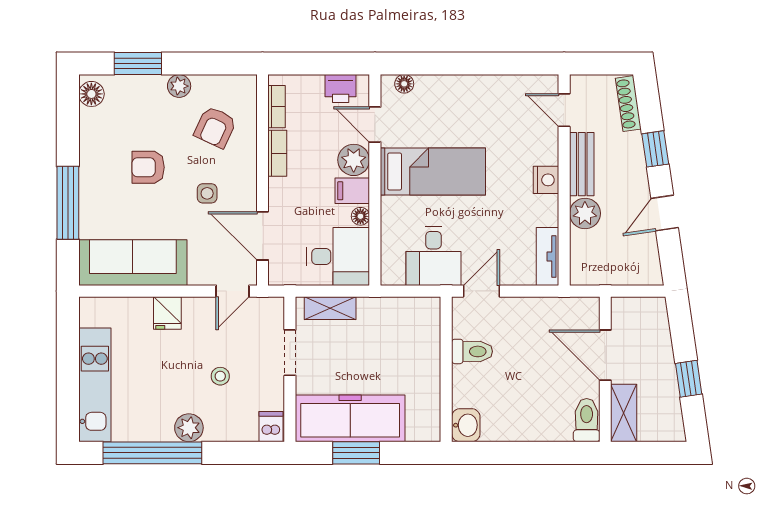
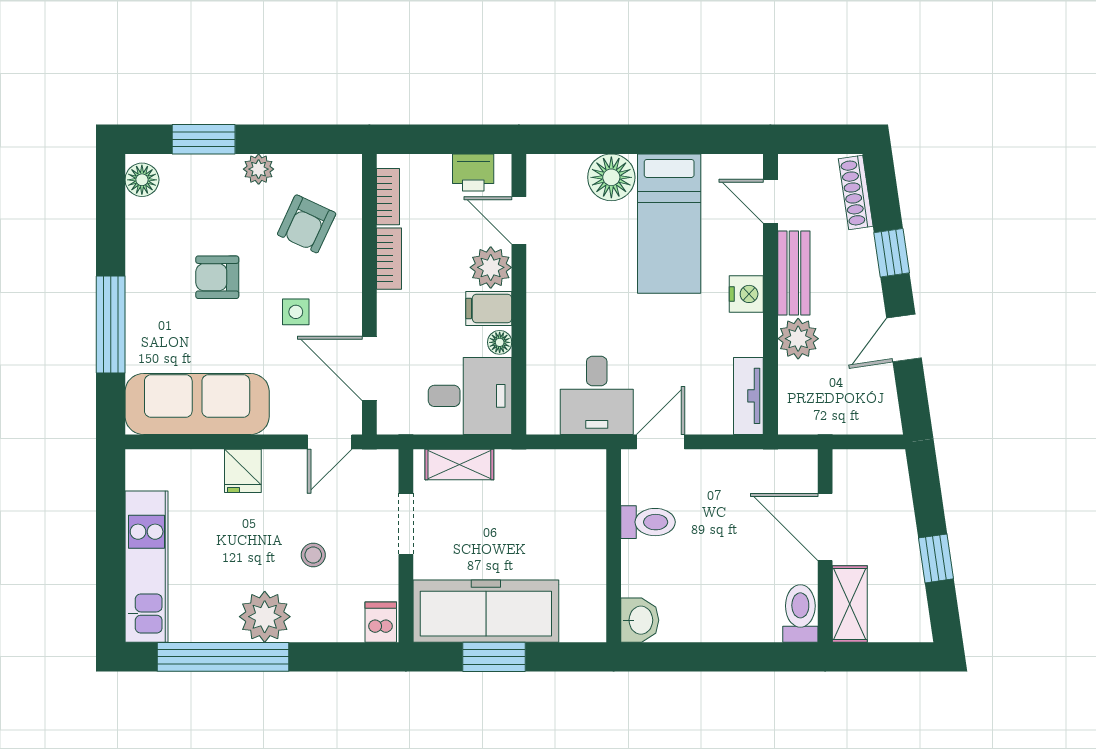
floor lamp: (404, 84) -> (611, 177), moved, width x1.89, depth x1.89
bed: (433, 171) -> (669, 224), moved, turned 90
plant: (189, 428) -> (265, 617), width x1.36, depth x1.36

